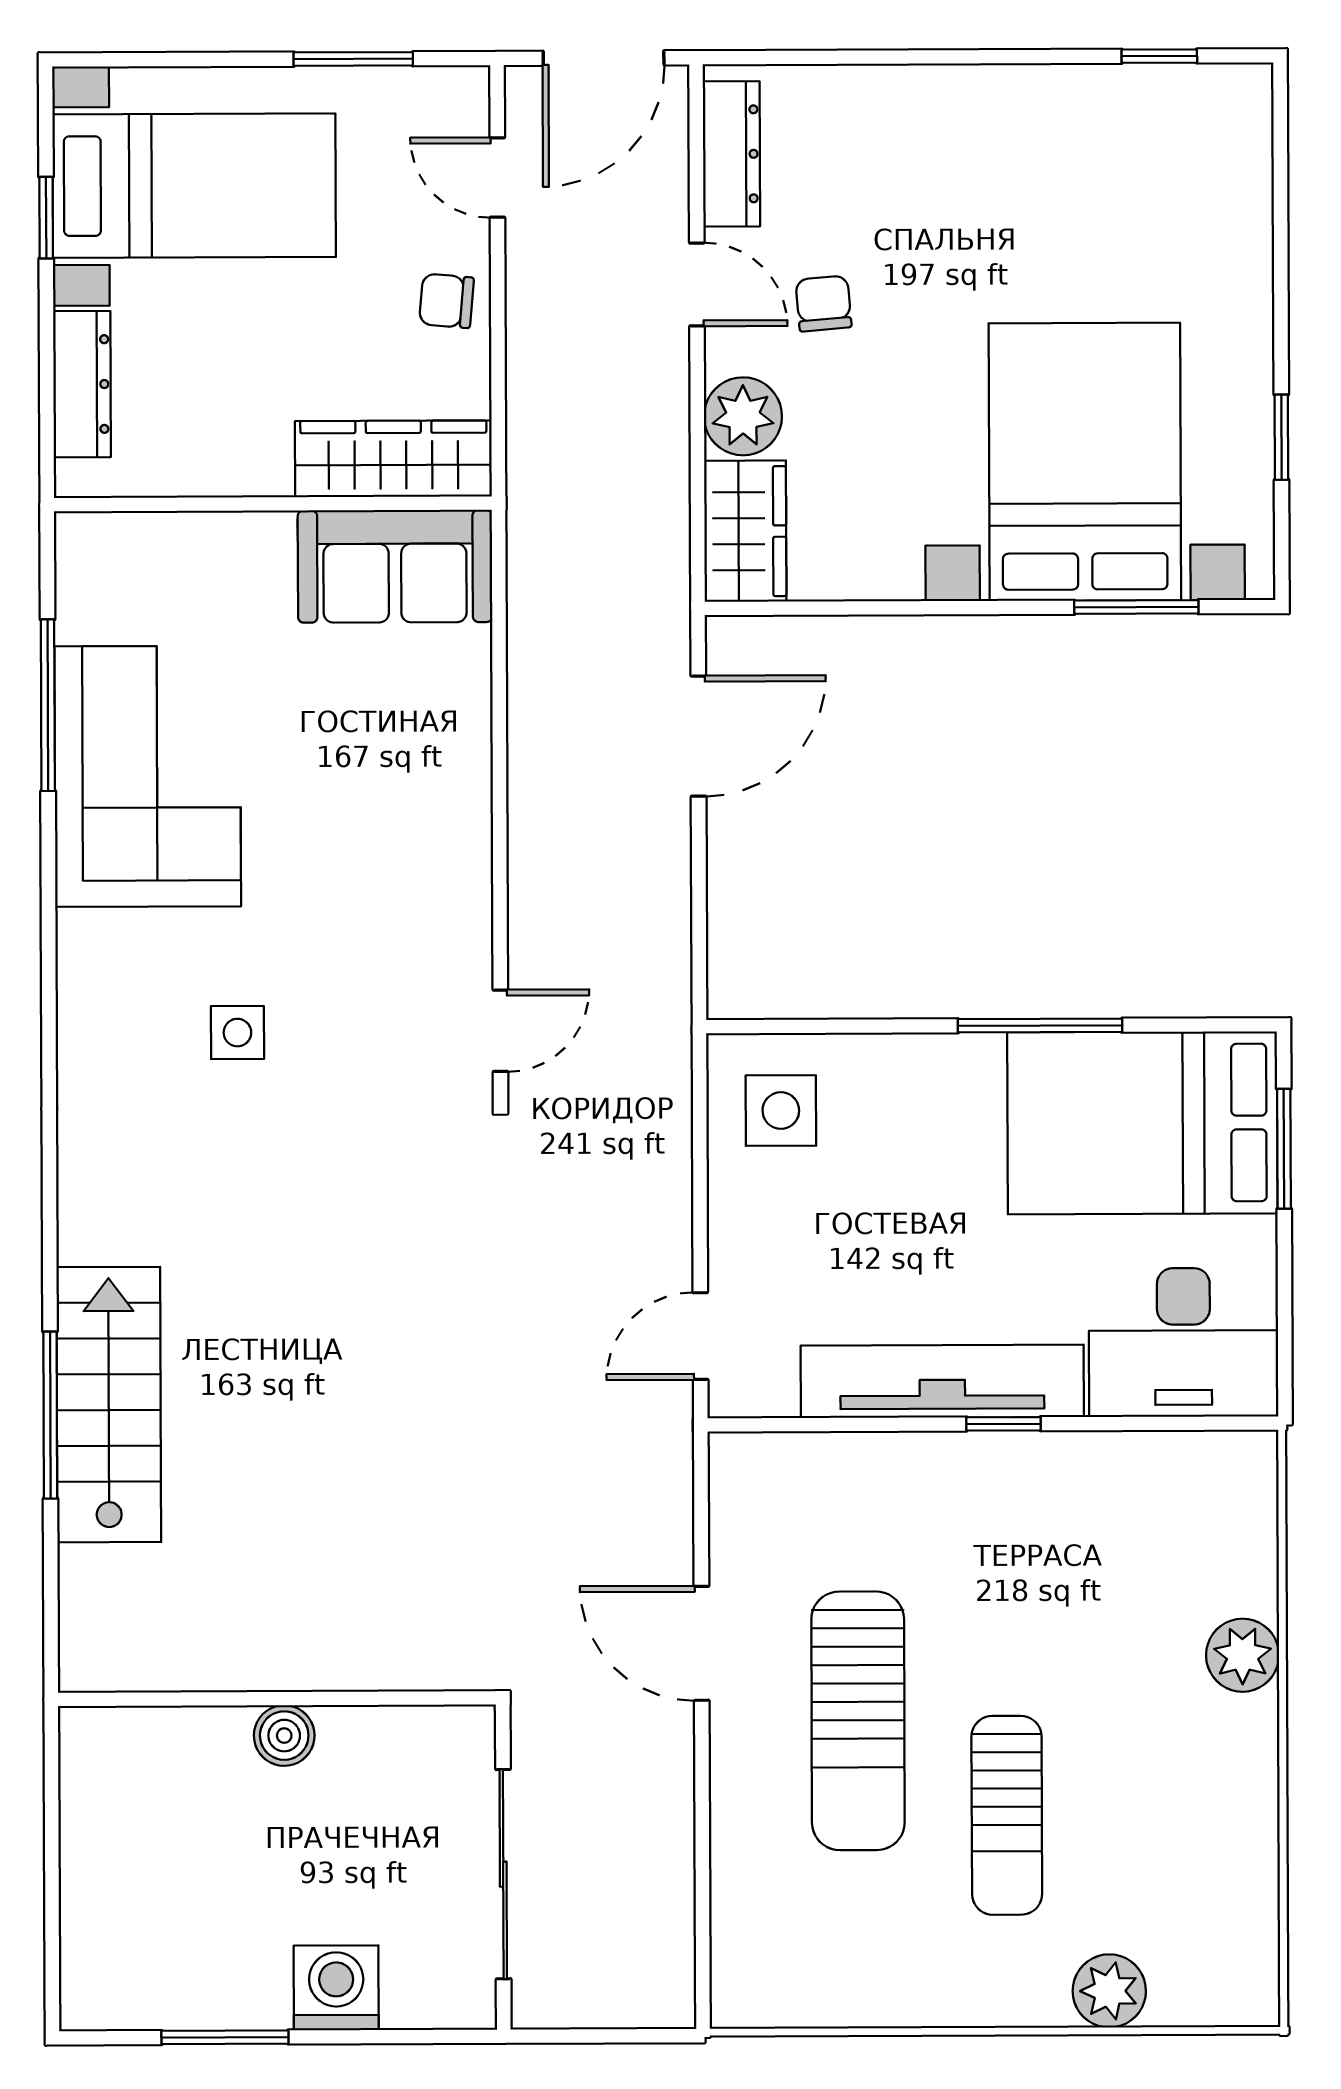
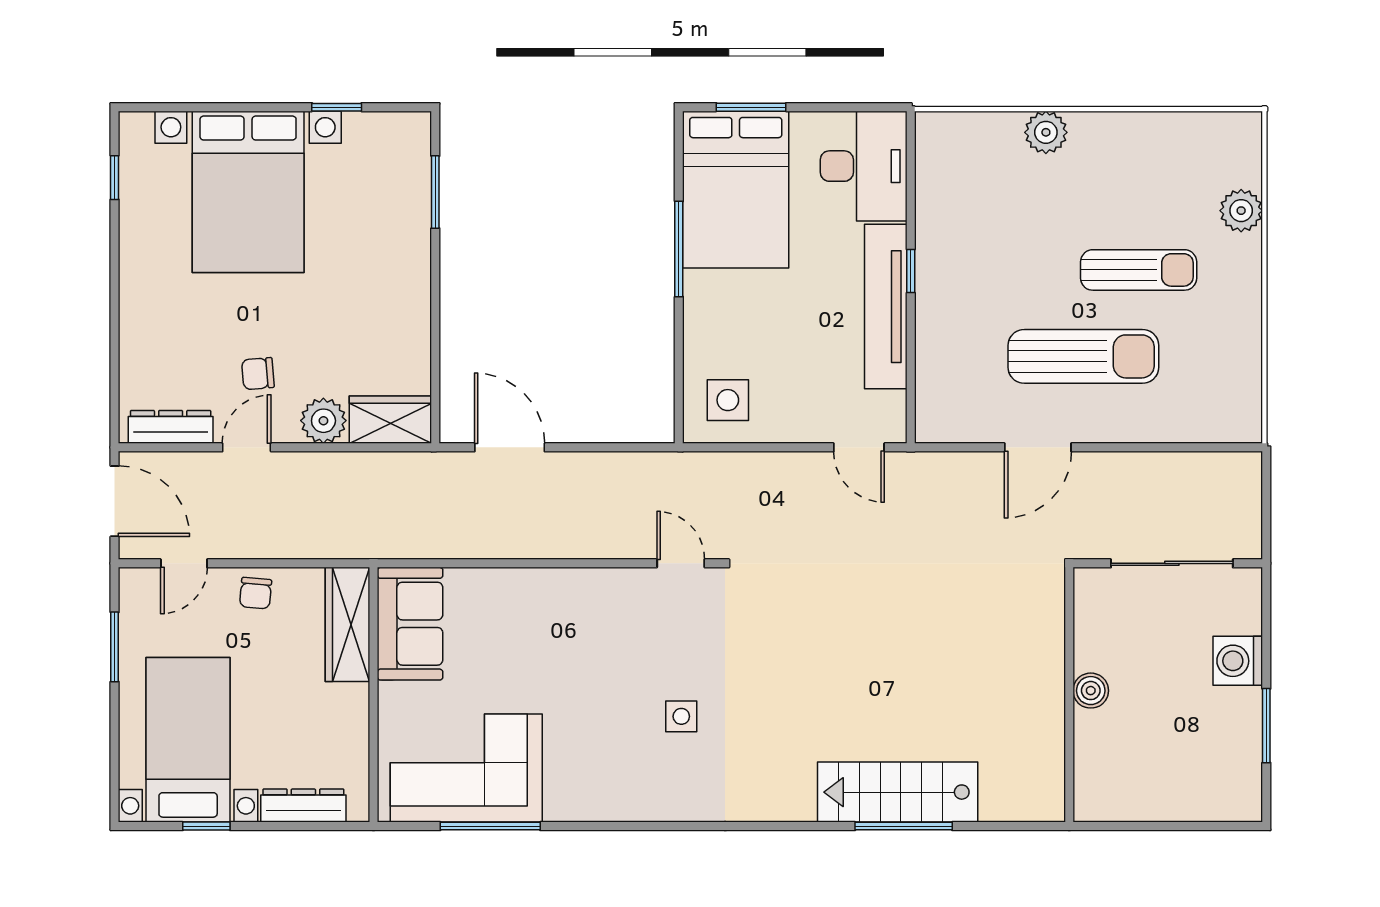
bed with nightstands: (1085, 462) -> (248, 192), moved, turned -90
corner sofa: (148, 776) -> (466, 768), moved

